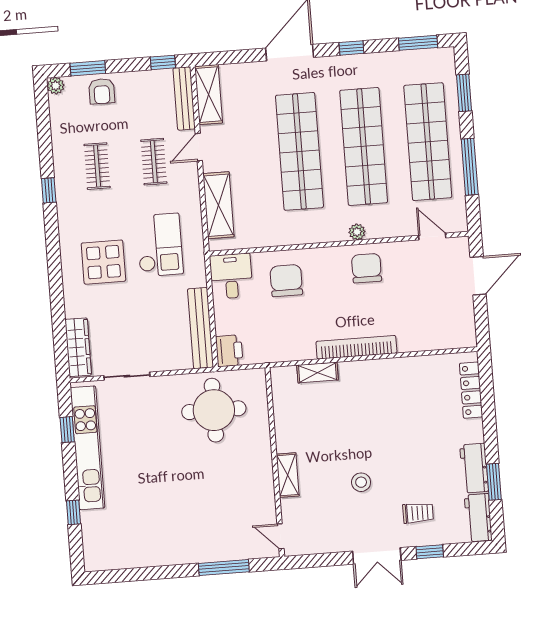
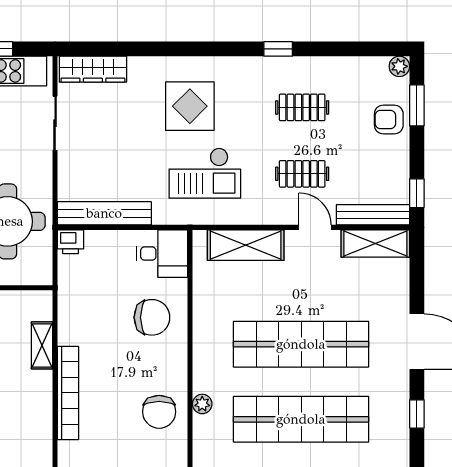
chair: (367, 268) -> (159, 412), turned 90
printer: (229, 351) -> (71, 242), width x0.73, depth x0.81

